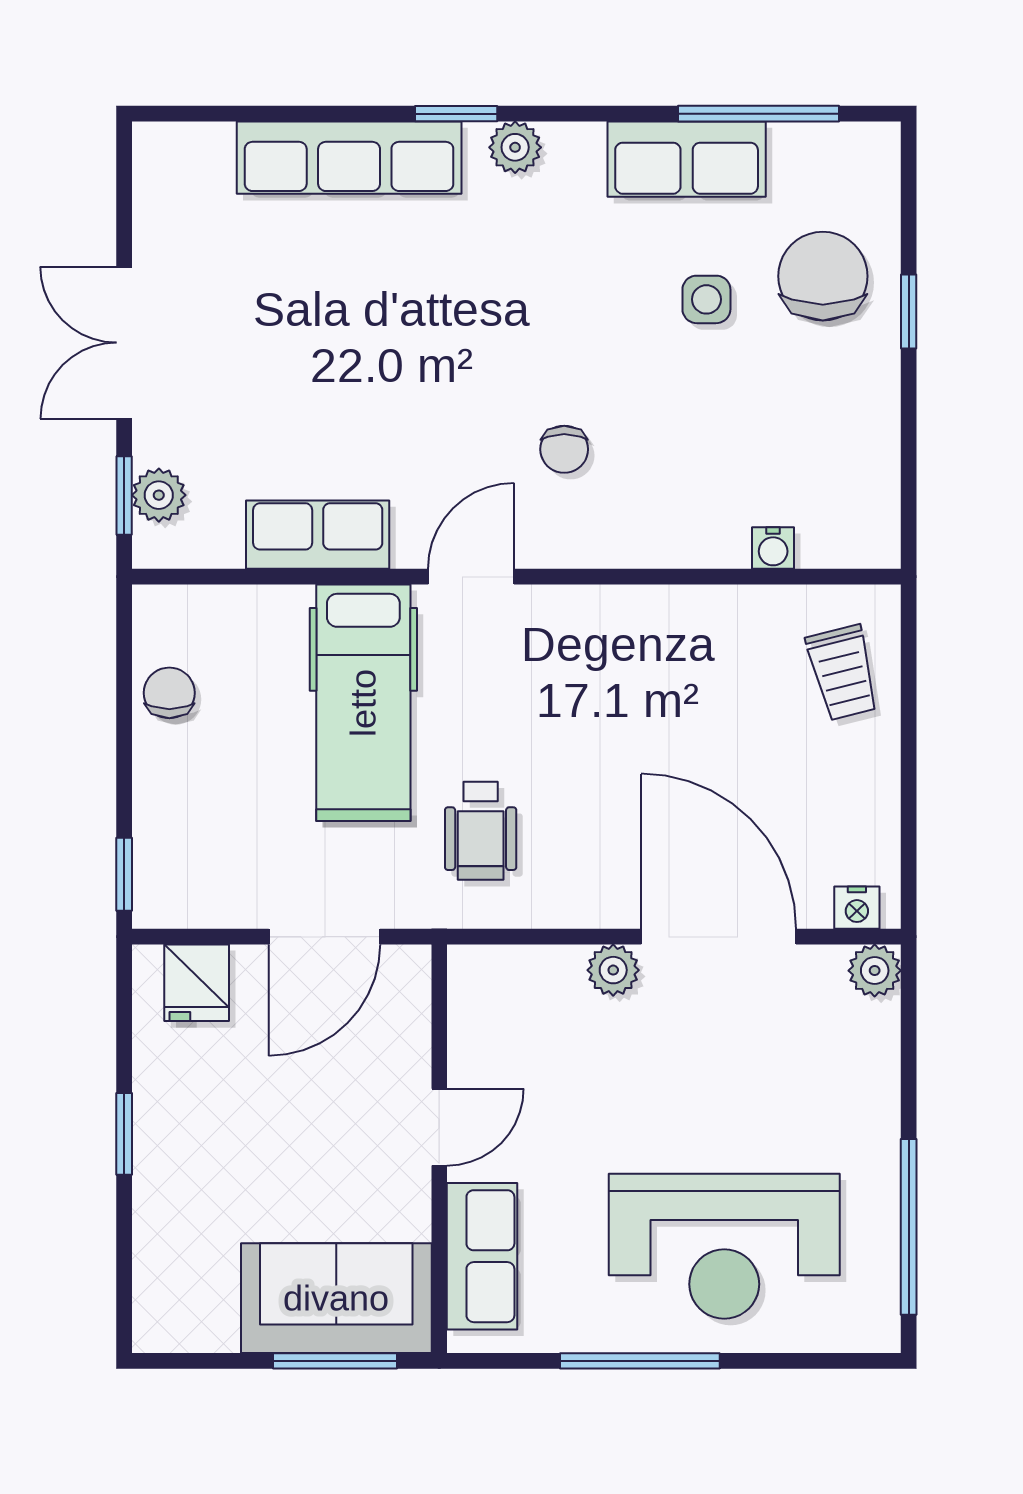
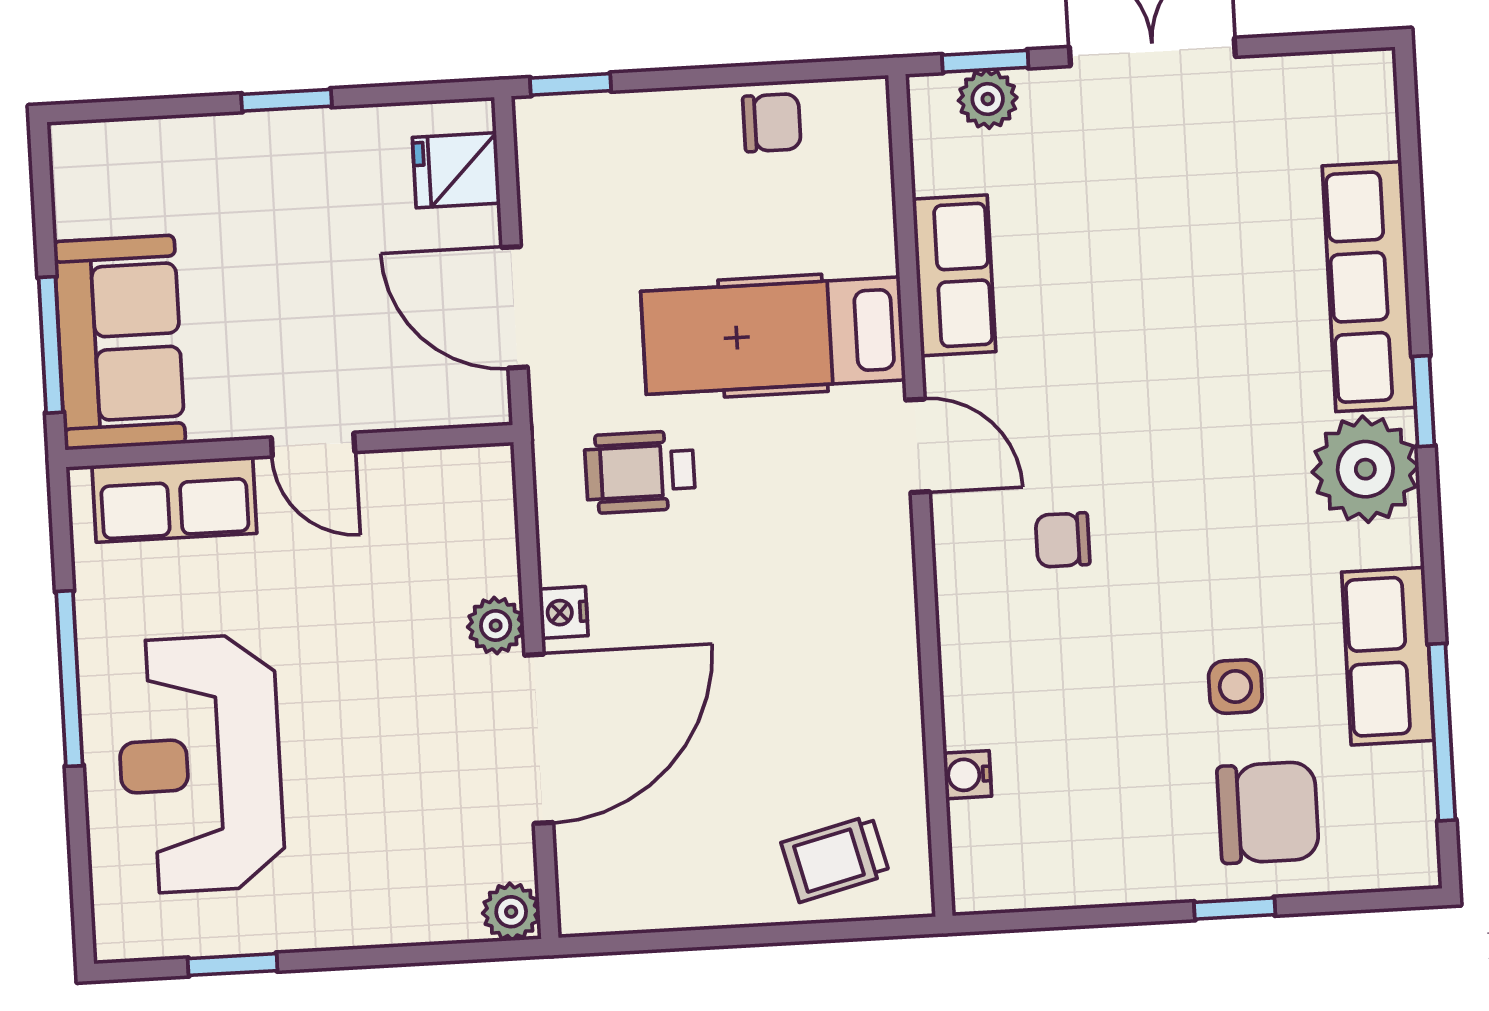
plant: (515, 147) -> (1365, 469), width x1.87, depth x1.87
nightstand: (857, 908) -> (563, 612), moved
window: (909, 1227) -> (233, 965), width x0.46

